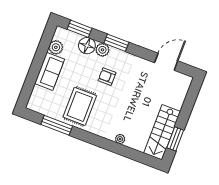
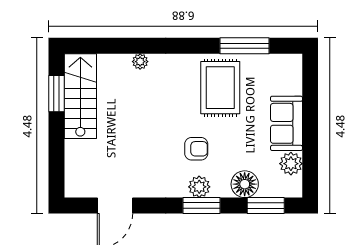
plant: (102, 50) -> (199, 187), moved

